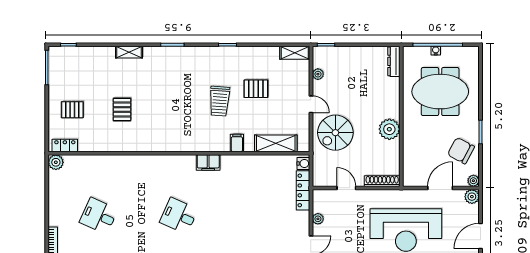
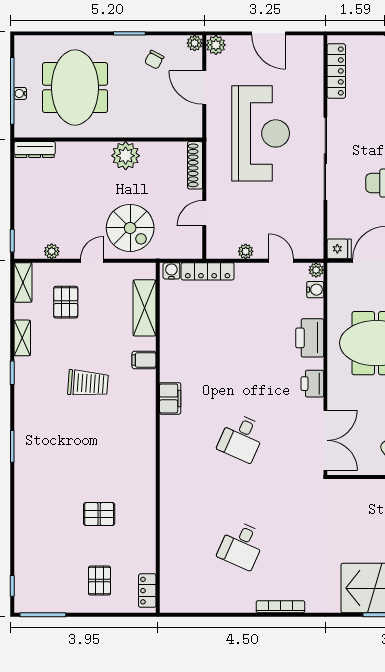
shelving: (129, 52) -> (22, 338), moved
pallet: (256, 89) -> (66, 302), moved
chair: (461, 151) -> (154, 60), width x0.54, depth x0.54
plant: (56, 162) -> (170, 603), removed

